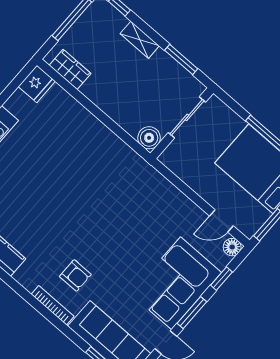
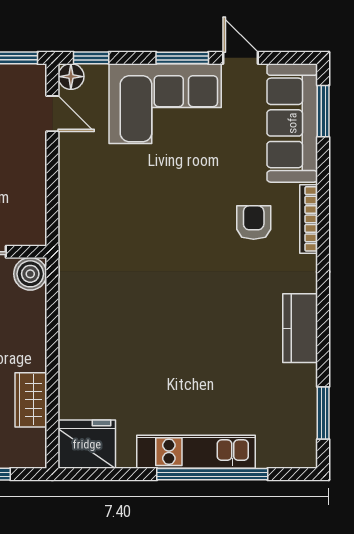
wardrobe: (70, 69) -> (31, 400), moved
fridge: (37, 84) -> (87, 444), width x1.36, depth x1.34
window: (221, 279) -> (91, 58), moved

